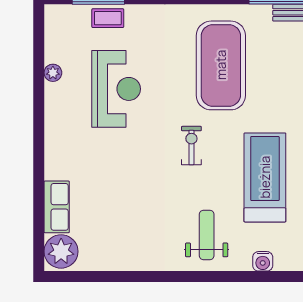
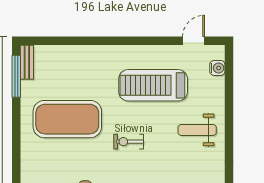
water cooler: (263, 261) -> (217, 68), moved

